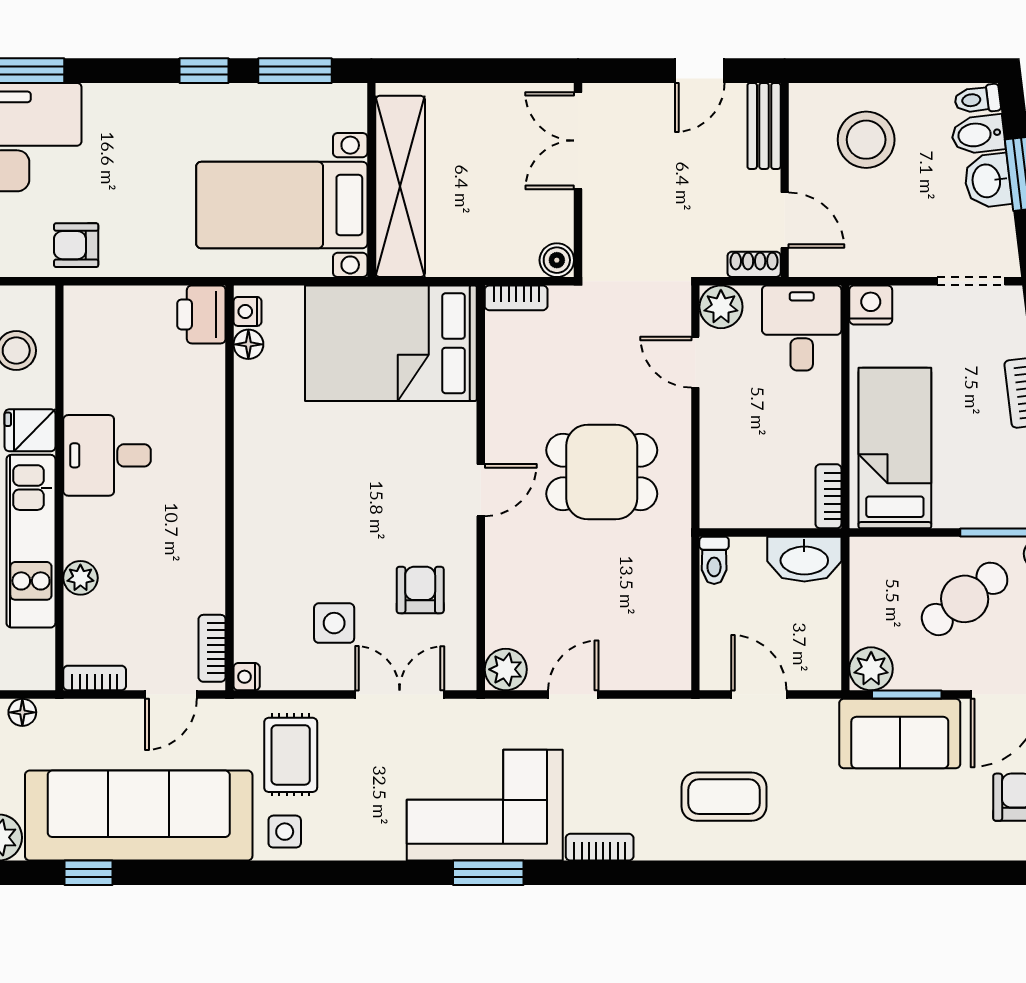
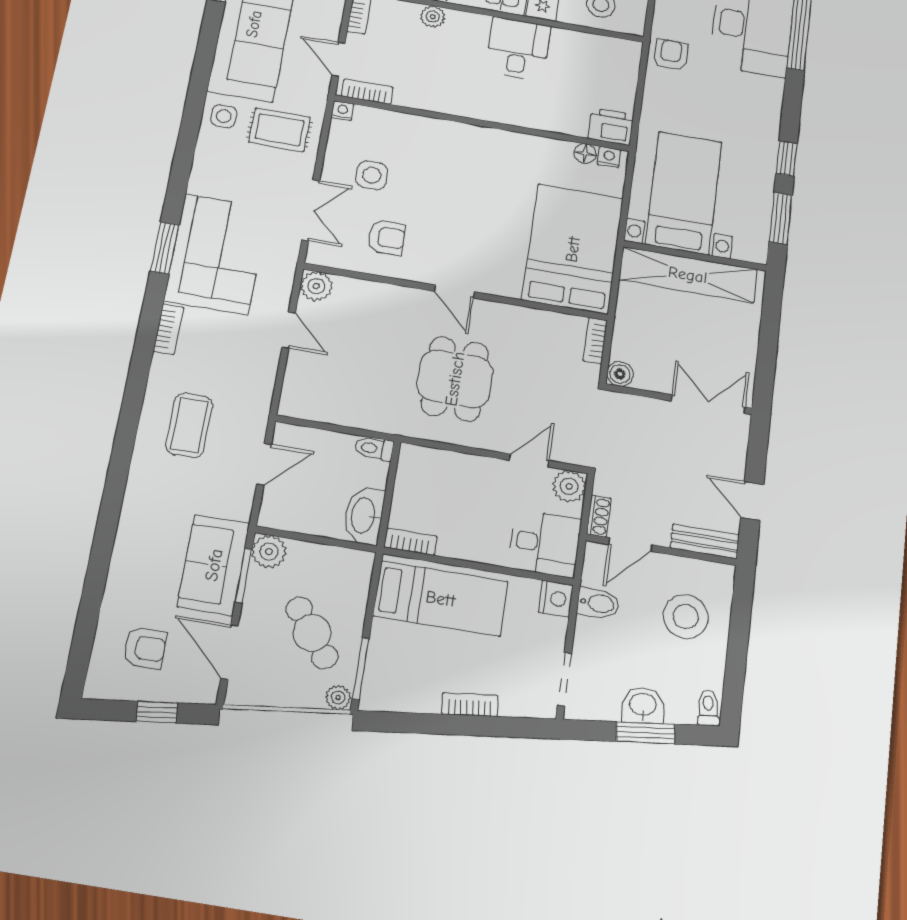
bidet: (978, 134) -> (598, 603), moved, turned 97

